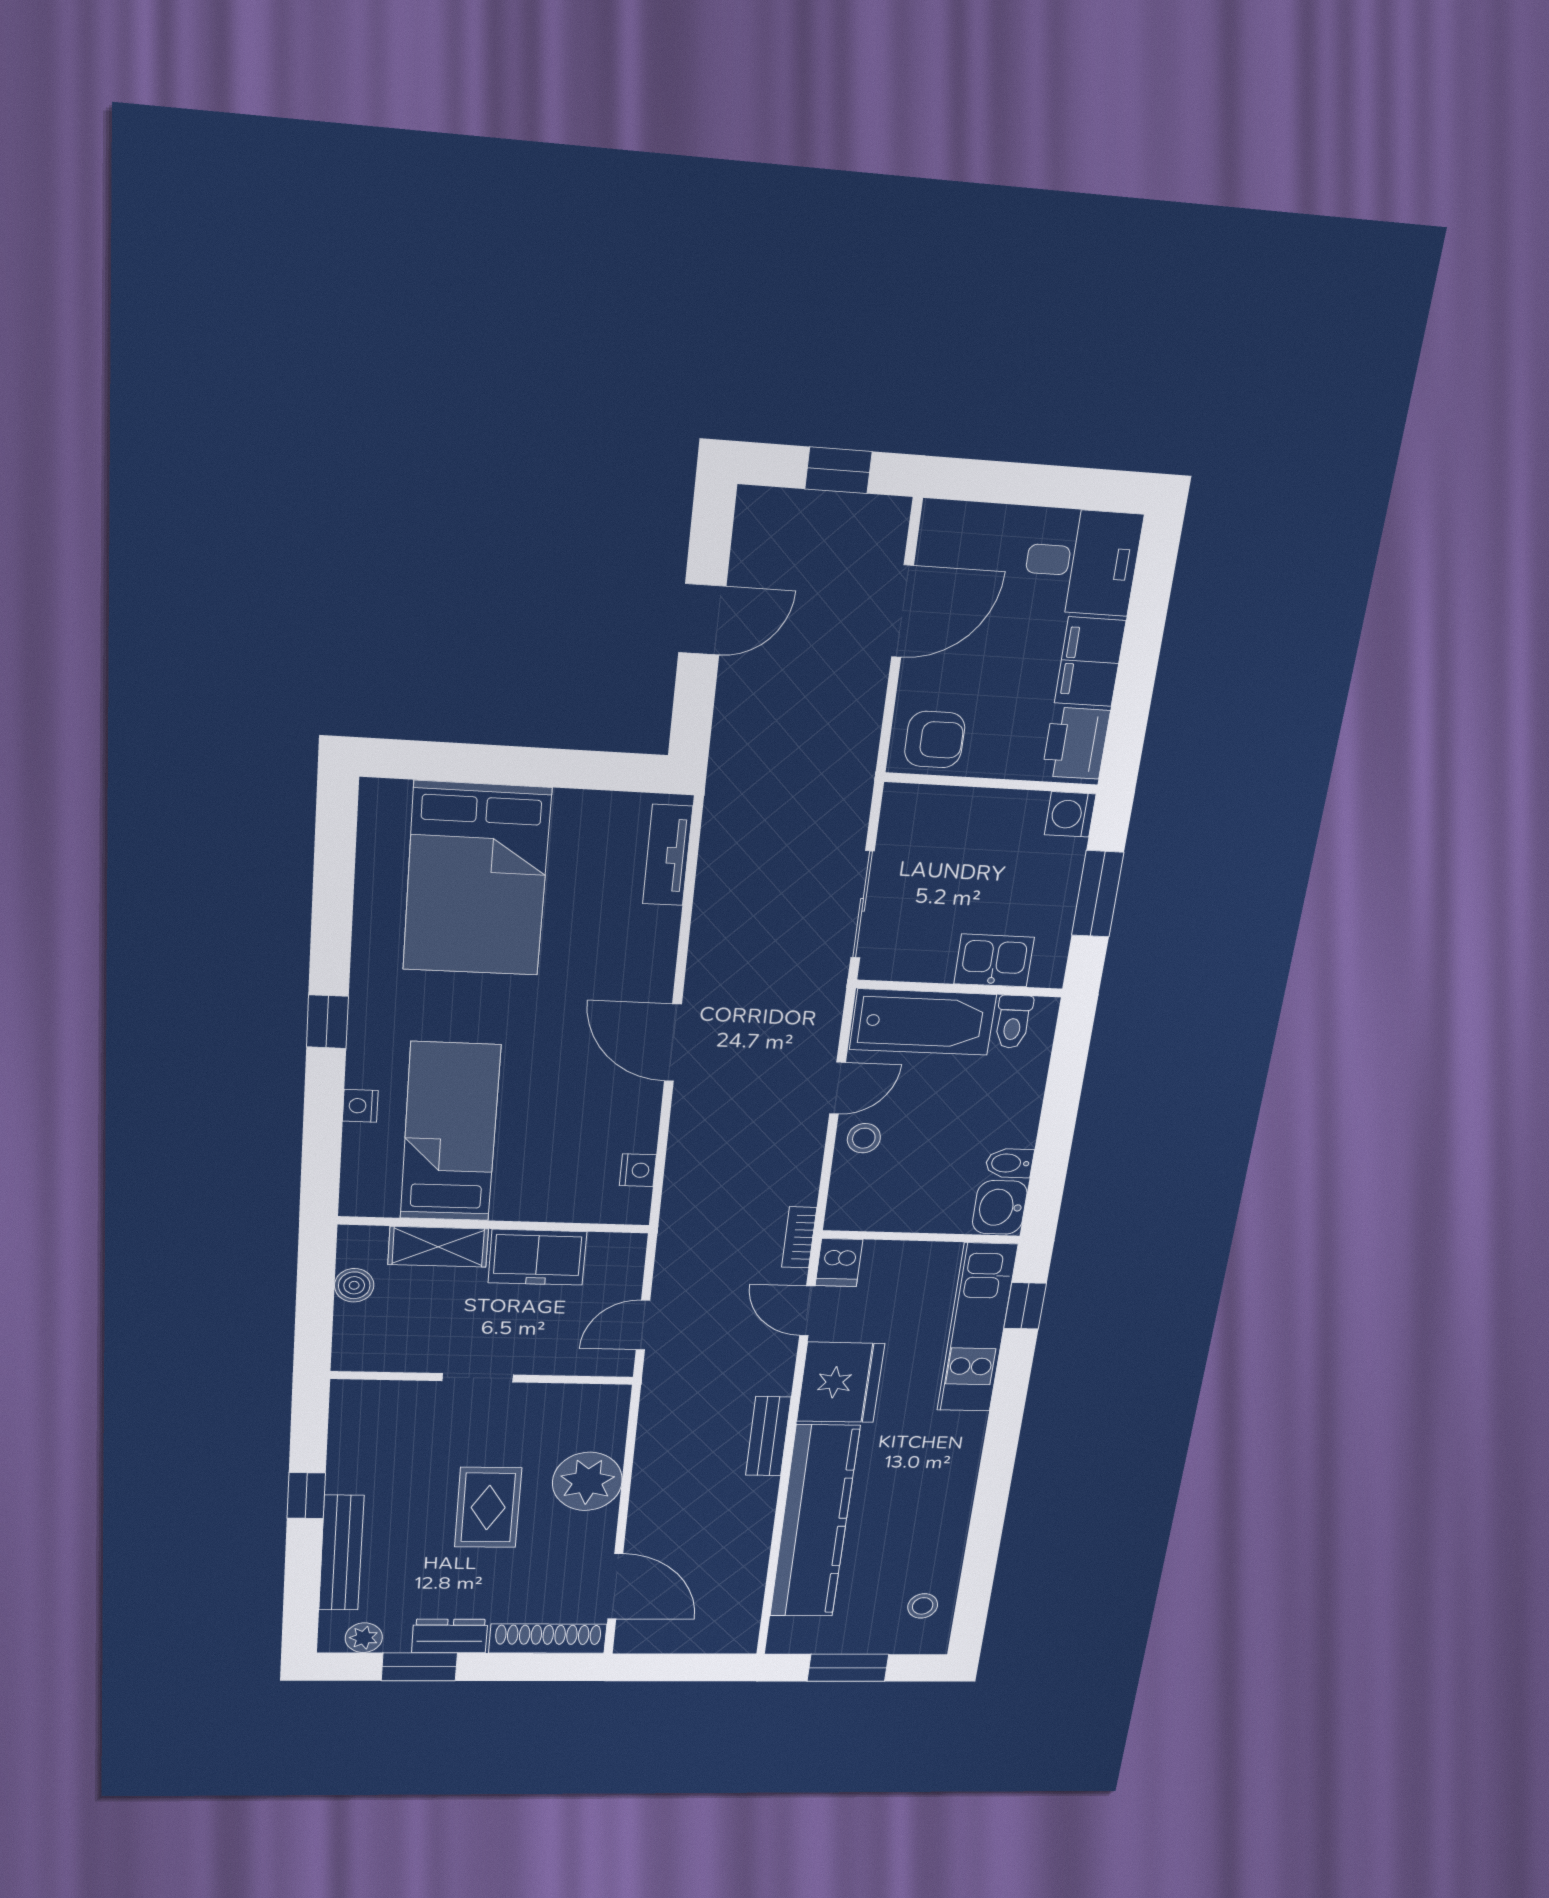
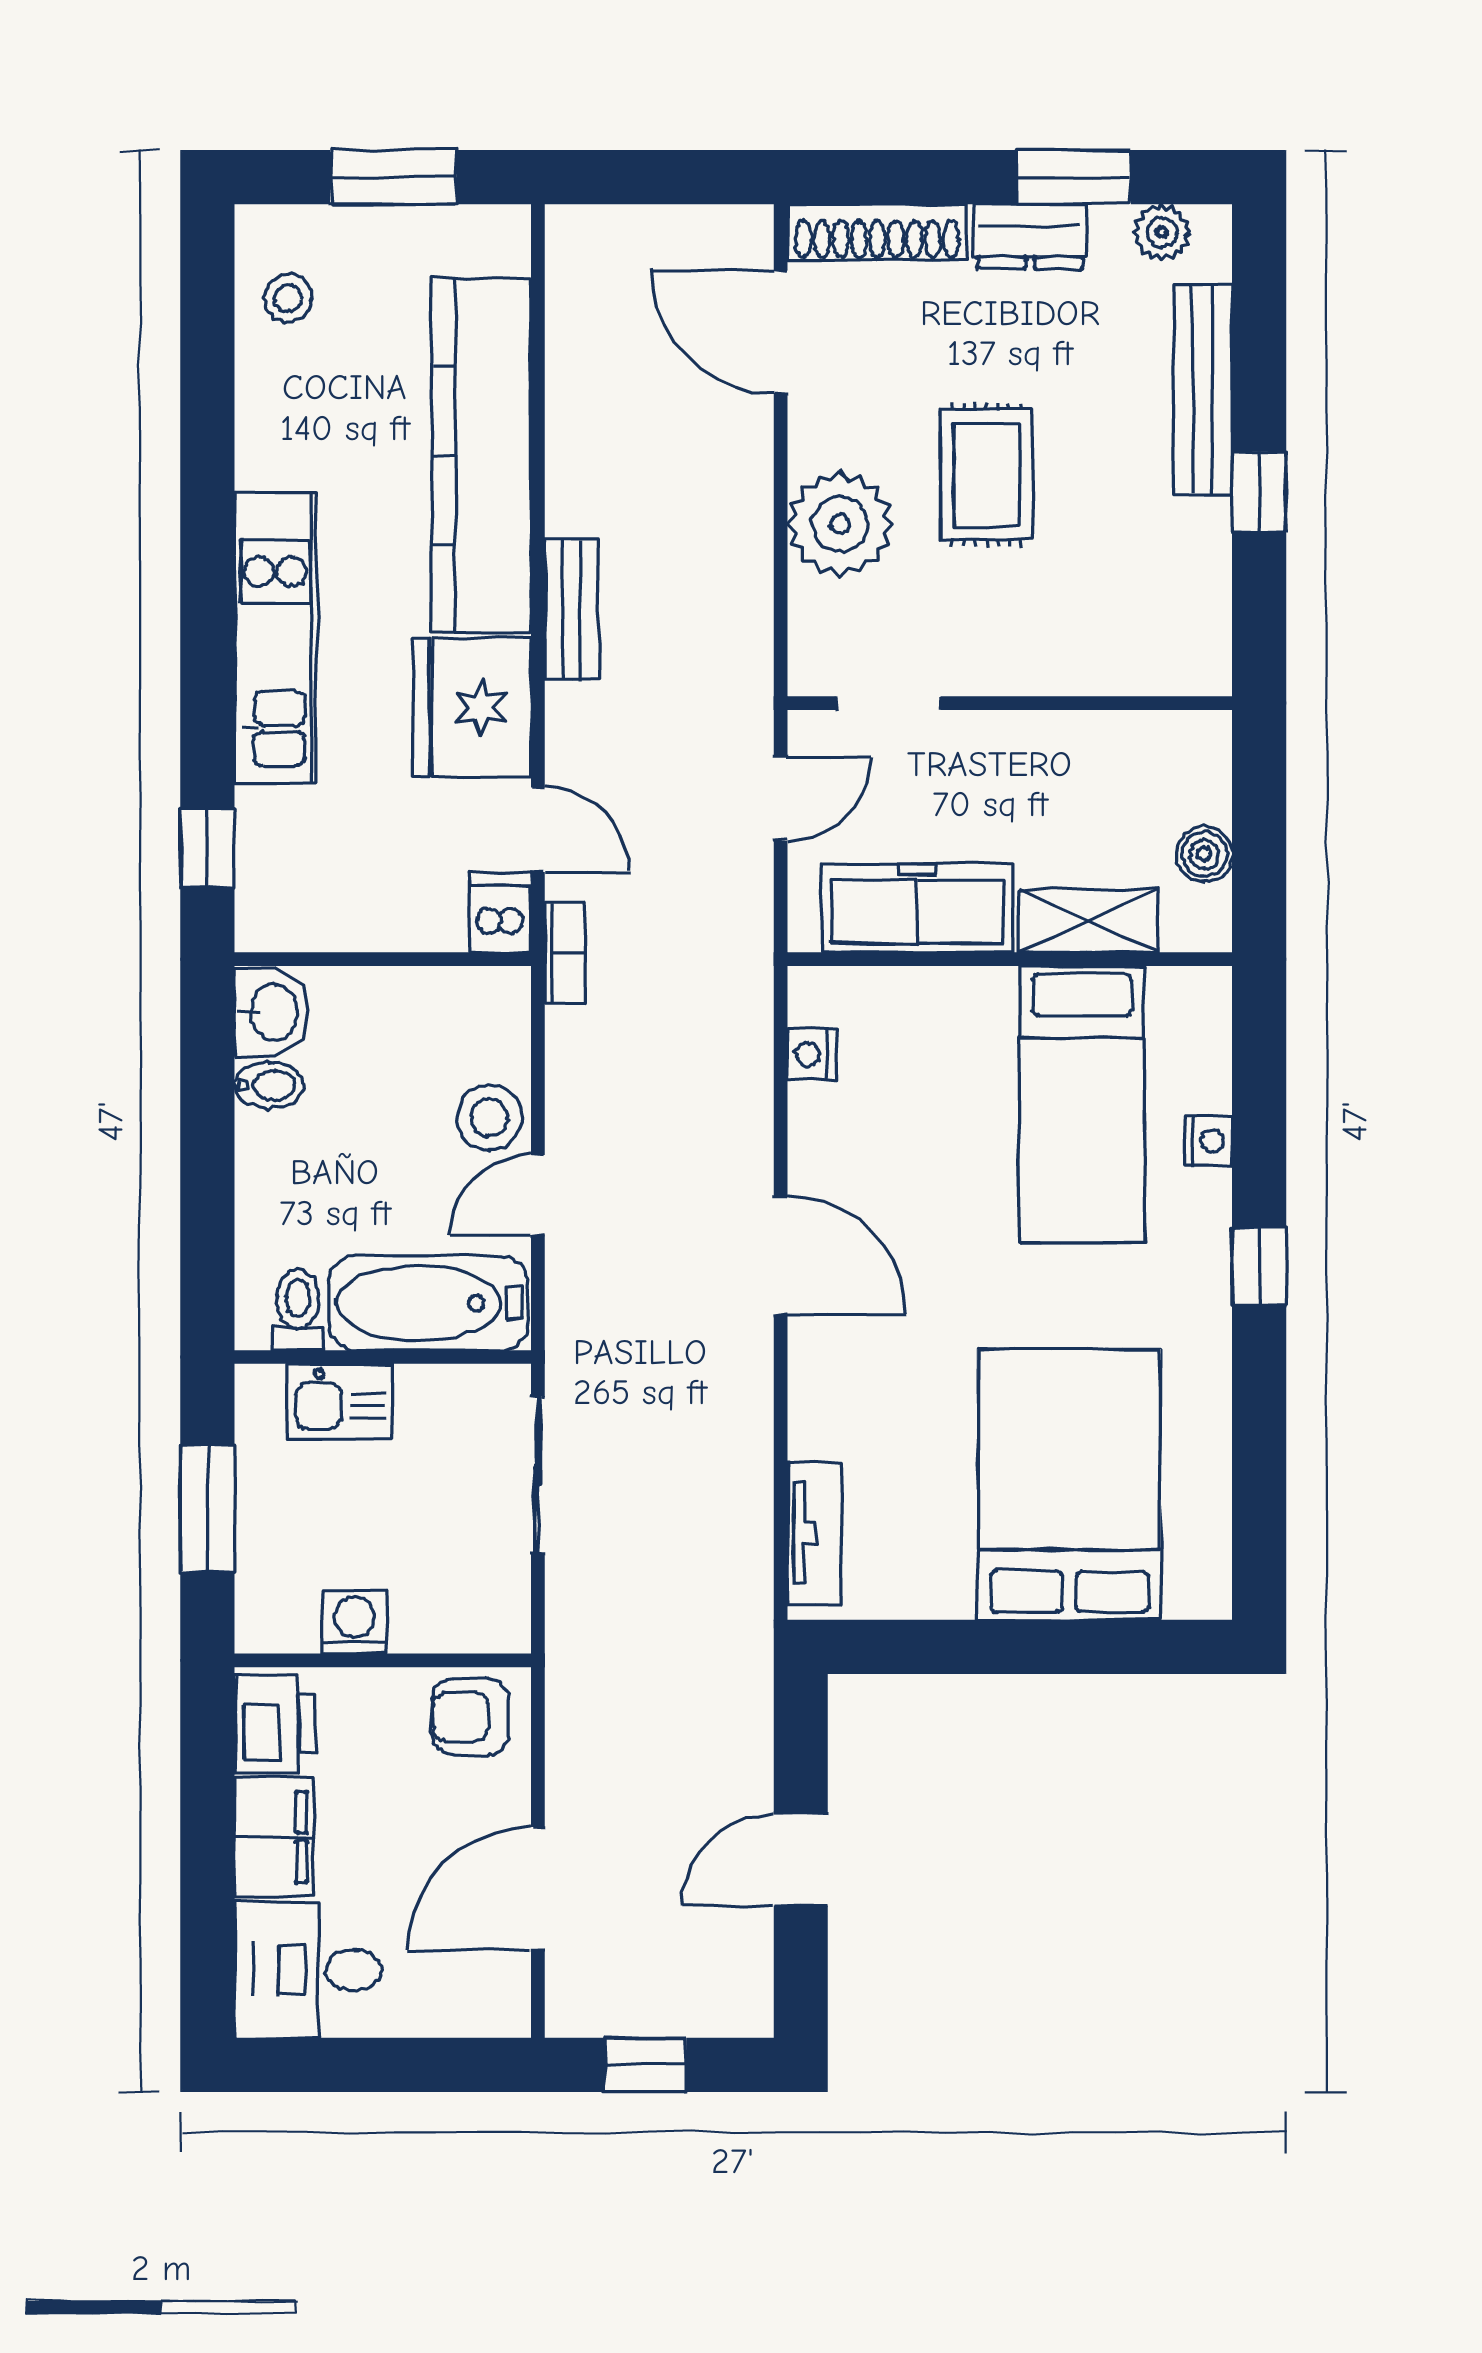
washing machine: (1070, 814) -> (354, 1622), moved, turned -90
stool: (864, 1138) -> (490, 1118), width x1.37, depth x1.37
freezer: (537, 1257) -> (917, 908), width x1.40
kitchen unit: (977, 1328) -> (275, 638), moved
doorway: (478, 1378) -> (889, 703), moved

